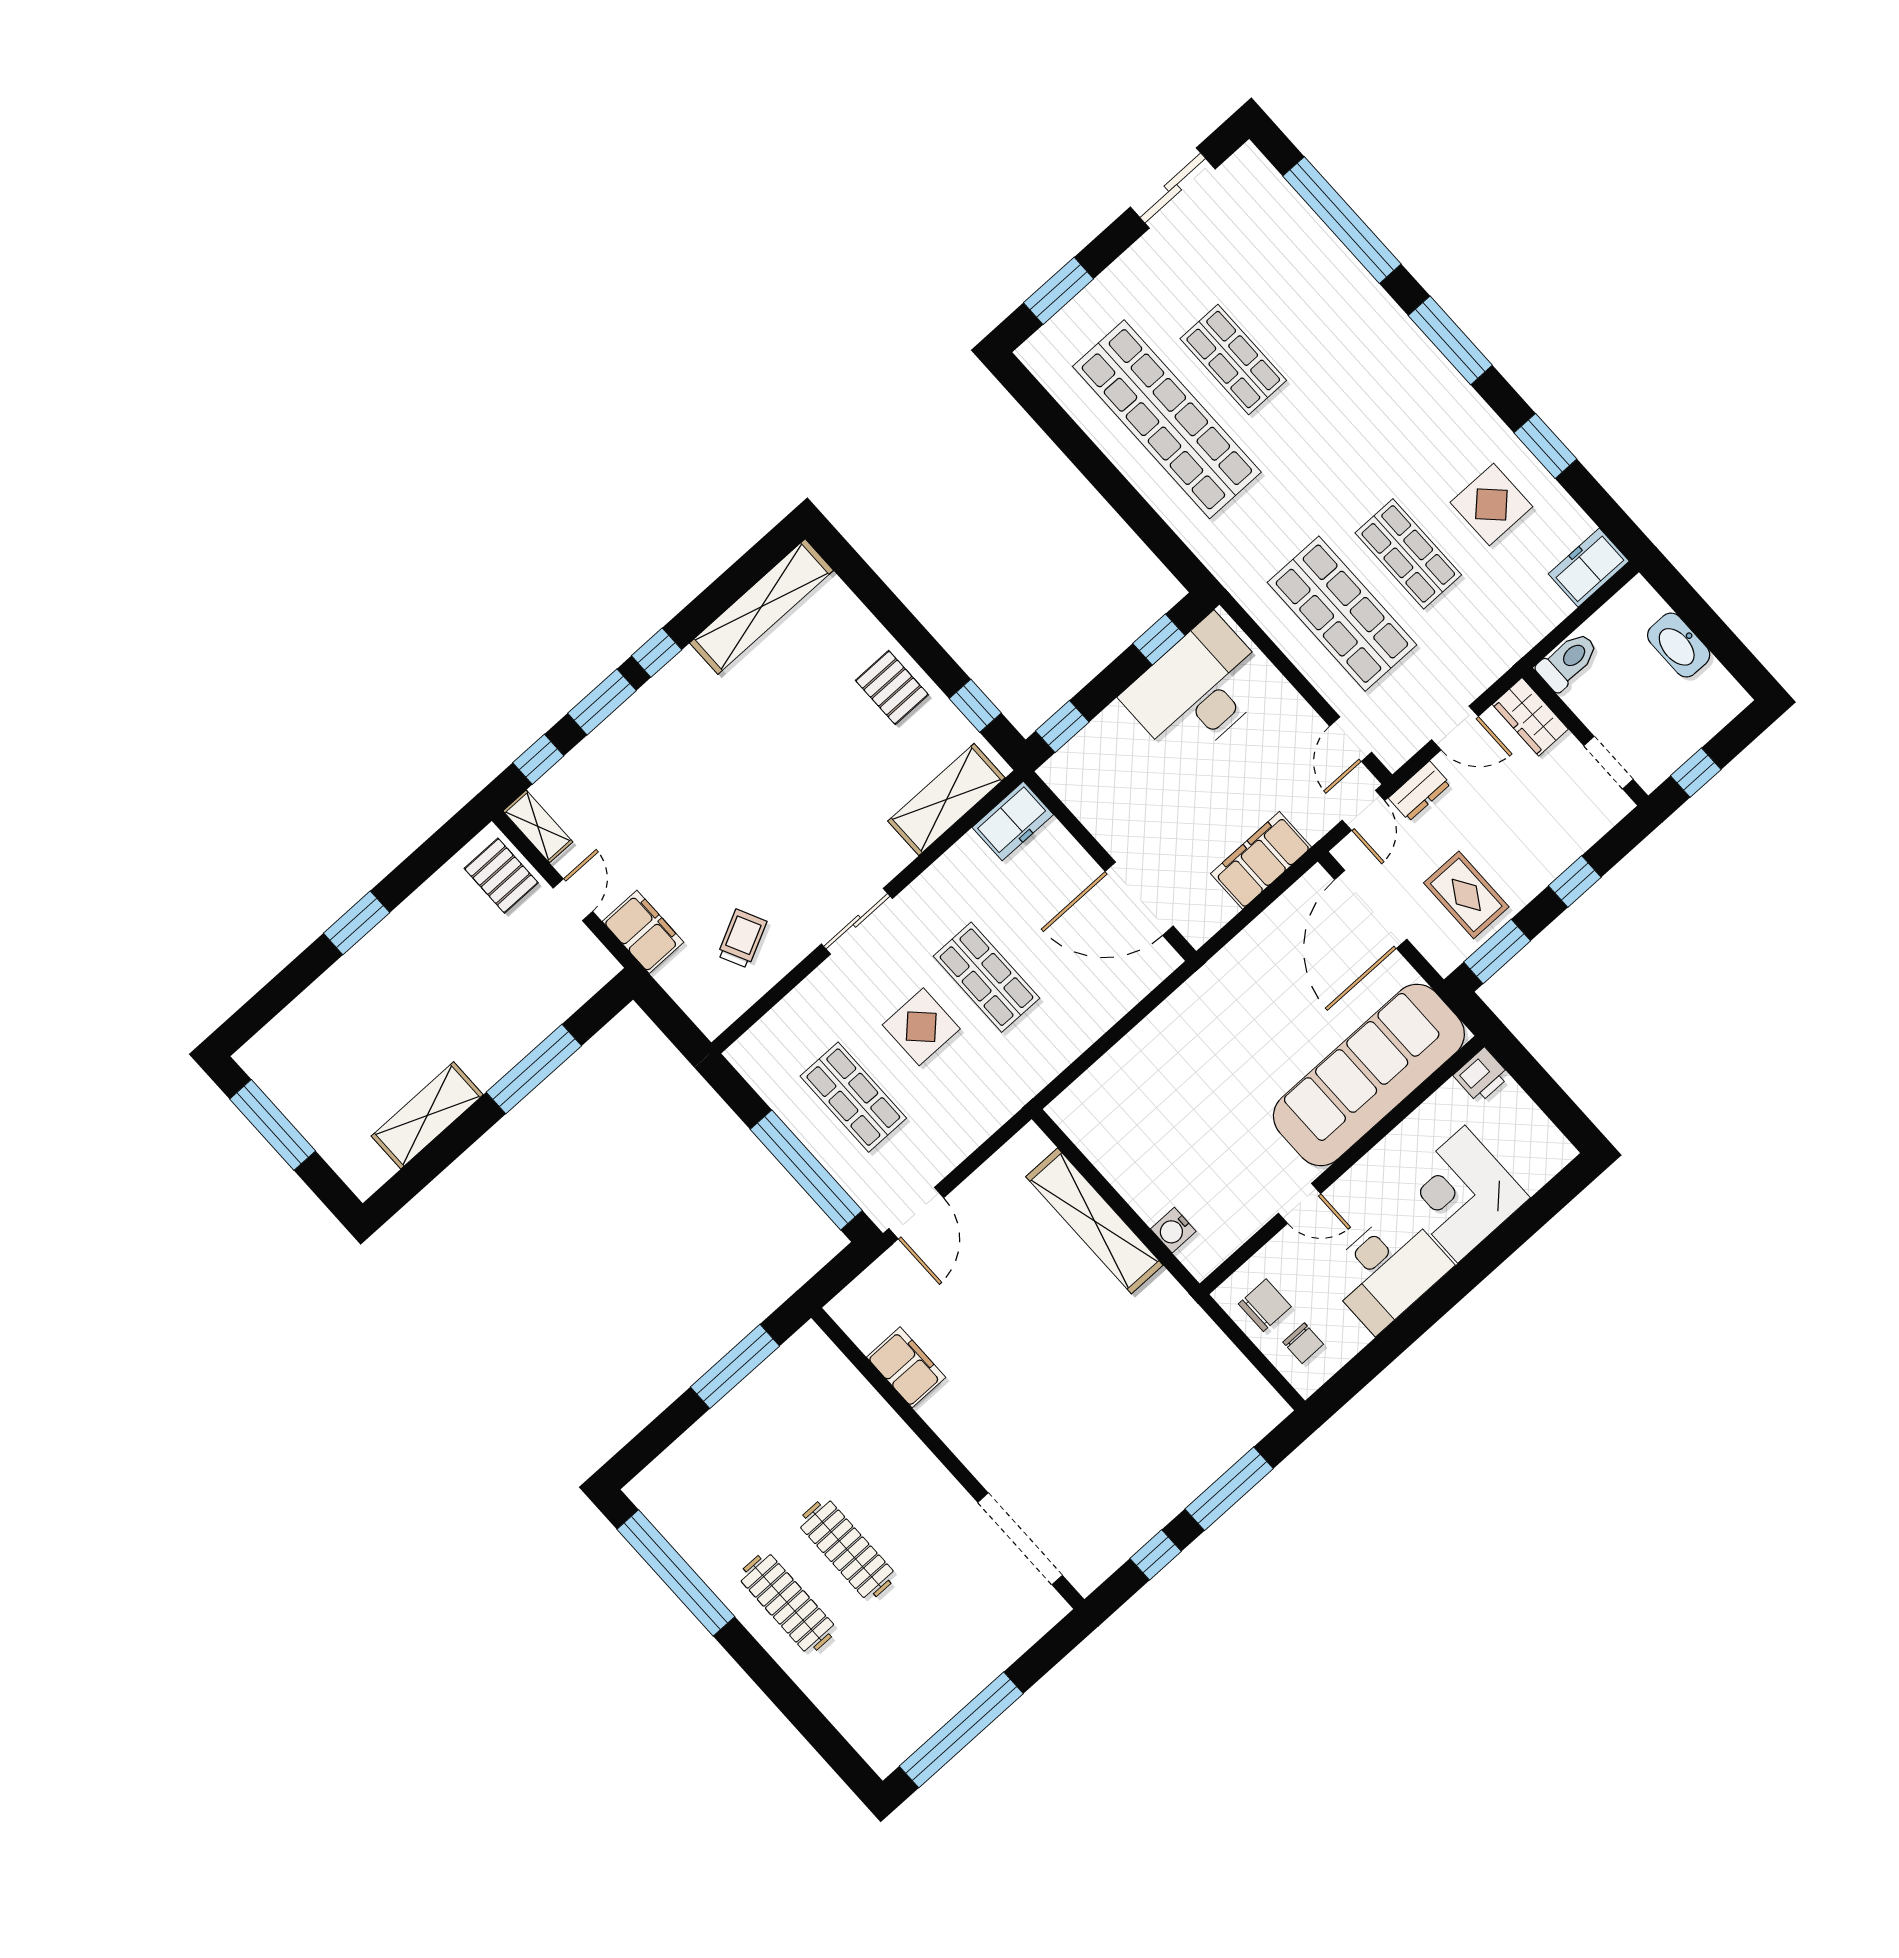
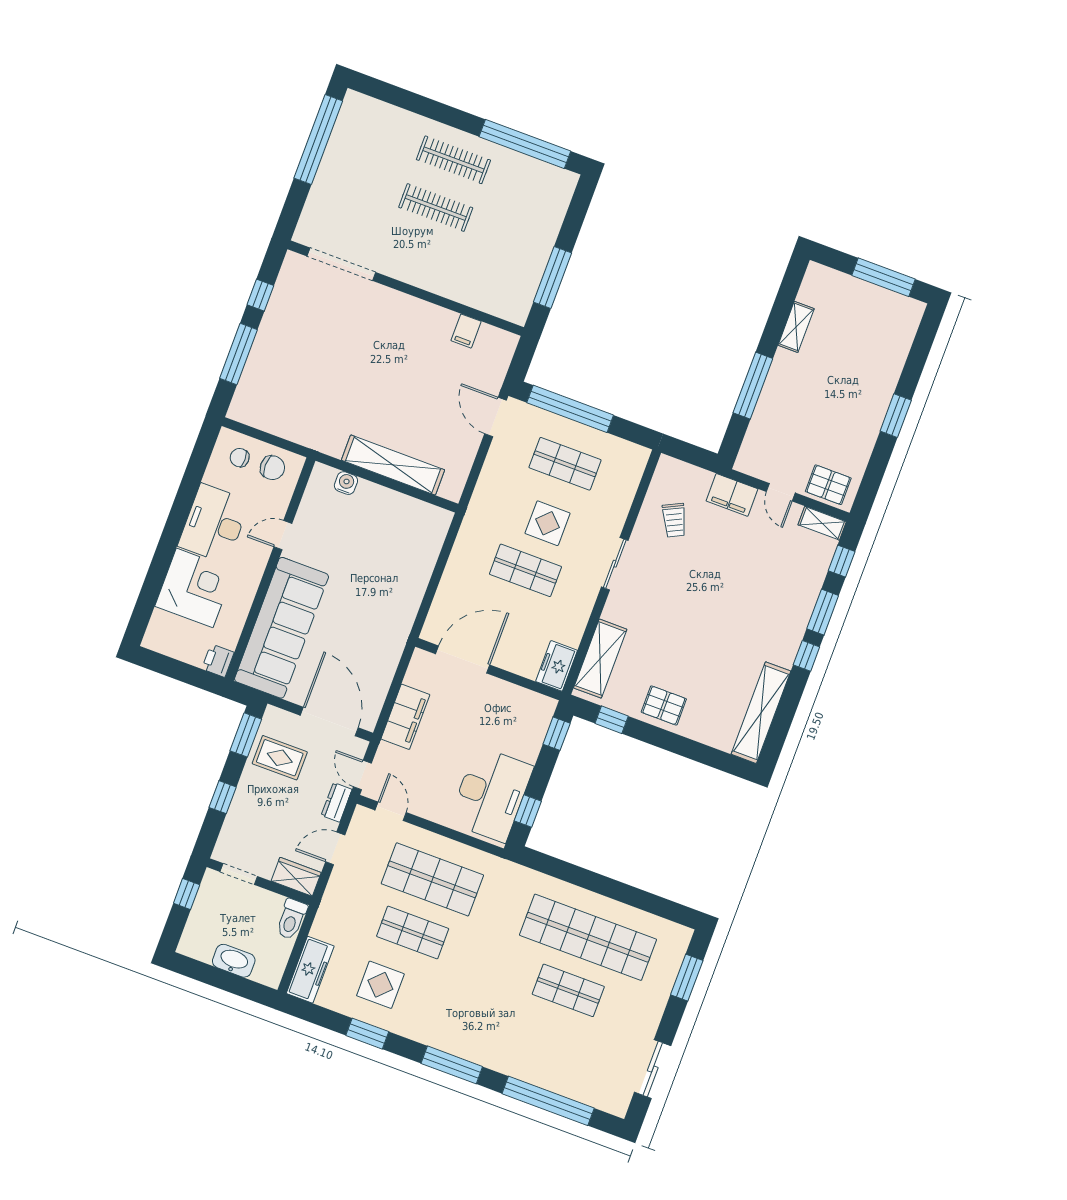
freezer: (1589, 568) -> (310, 970), width x1.40
shelving: (427, 1115) -> (796, 327), width x0.67, depth x0.75
chair: (1265, 1305) -> (272, 468), turned -90
filing cabinet: (906, 1367) -> (466, 331), width x0.50

